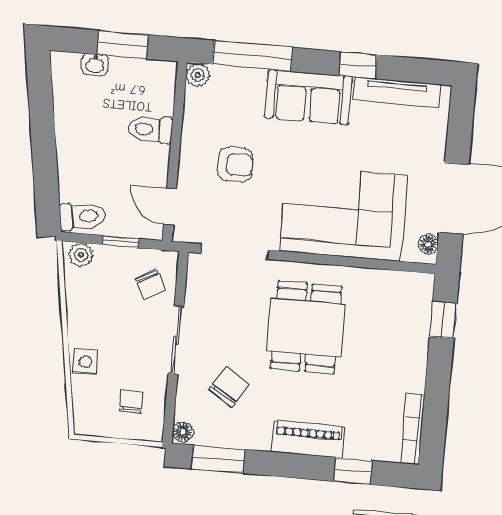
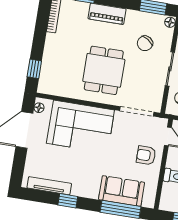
plant: (198, 75) -> (149, 202), removed
sofa: (308, 97) -> (122, 191), moved
armchair: (235, 165) -> (146, 155), moved

